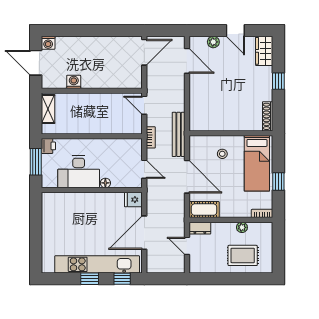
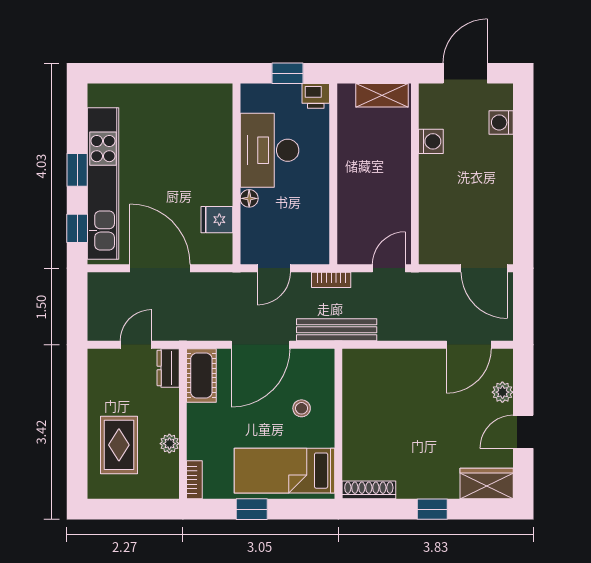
washing machine: (48, 43) -> (501, 122), moved
window: (36, 162) -> (288, 73), width x0.67
fridge: (133, 200) -> (217, 220), moved, turned -90

